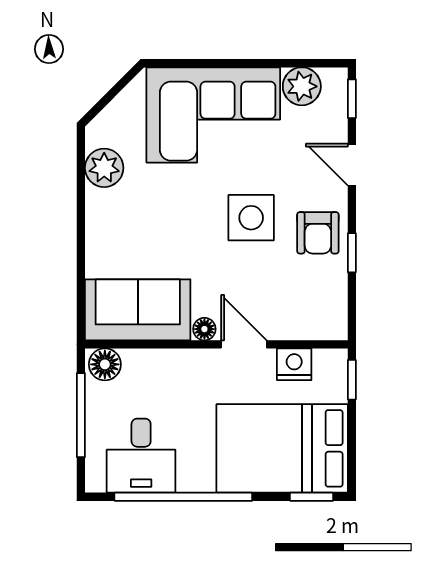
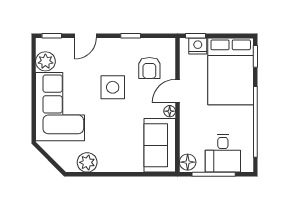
armchair: (318, 233) -> (149, 68), moved, turned 90
nightstand: (294, 364) -> (198, 46), moved, turned 90
desk: (141, 456) -> (223, 153), moved, turned 90

